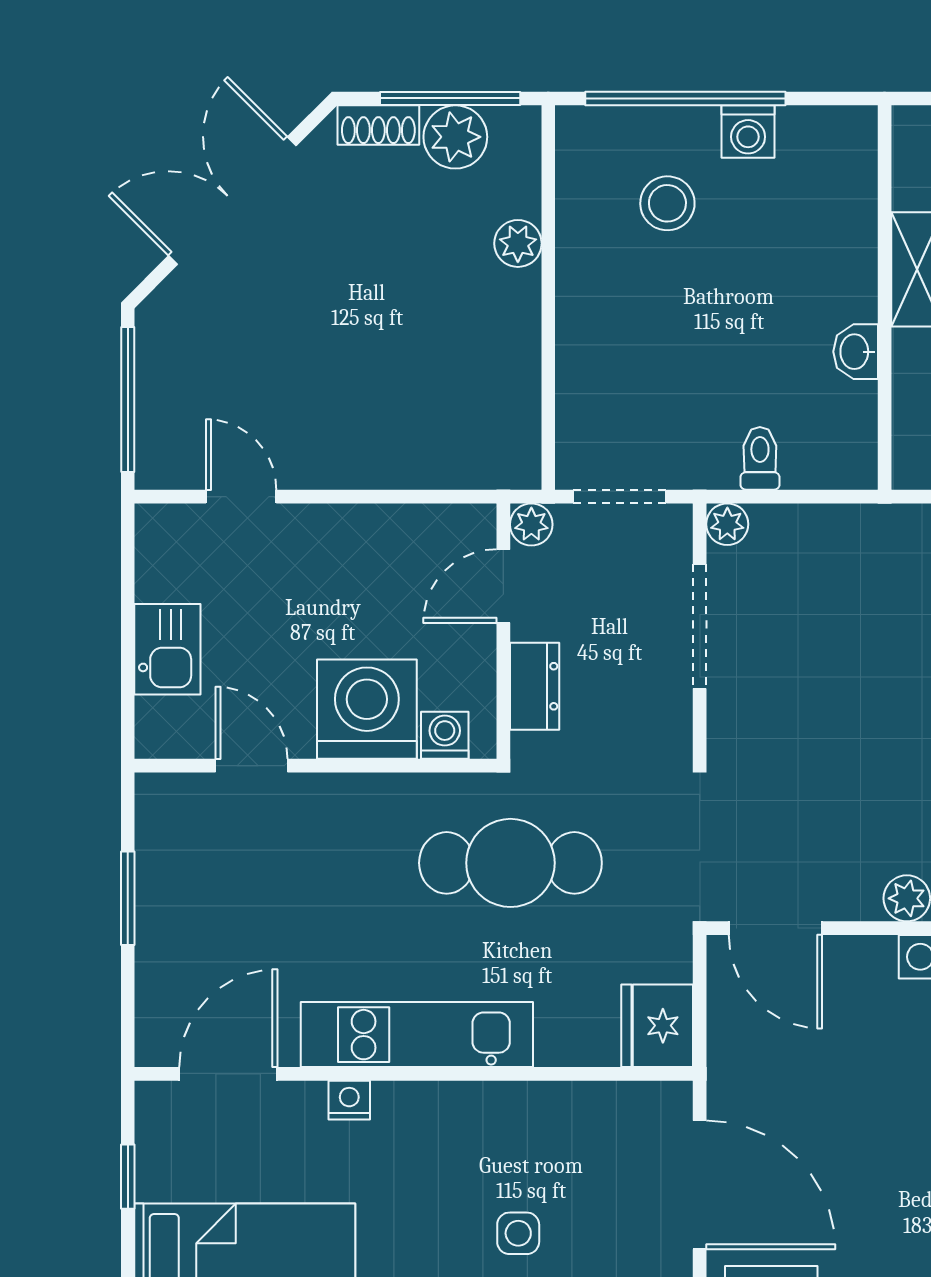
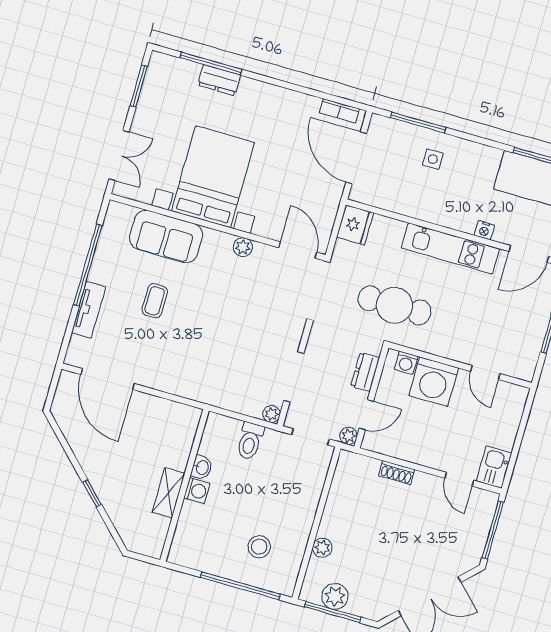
shoe rack: (378, 125) -> (397, 473), moved, turned 180
washing machine: (748, 132) -> (197, 491), moved, turned 90
toilet: (760, 458) -> (250, 441), width x1.37, depth x1.39
kitchen sink: (167, 649) -> (494, 467), moved

